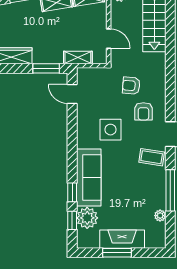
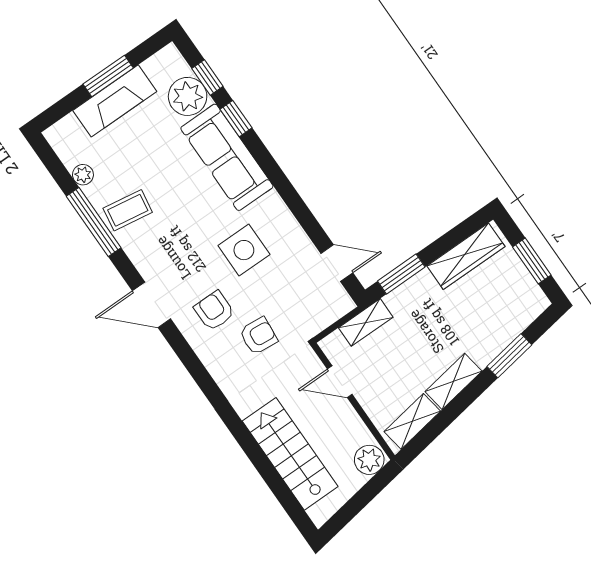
coffee table: (152, 157) -> (128, 210), moved

